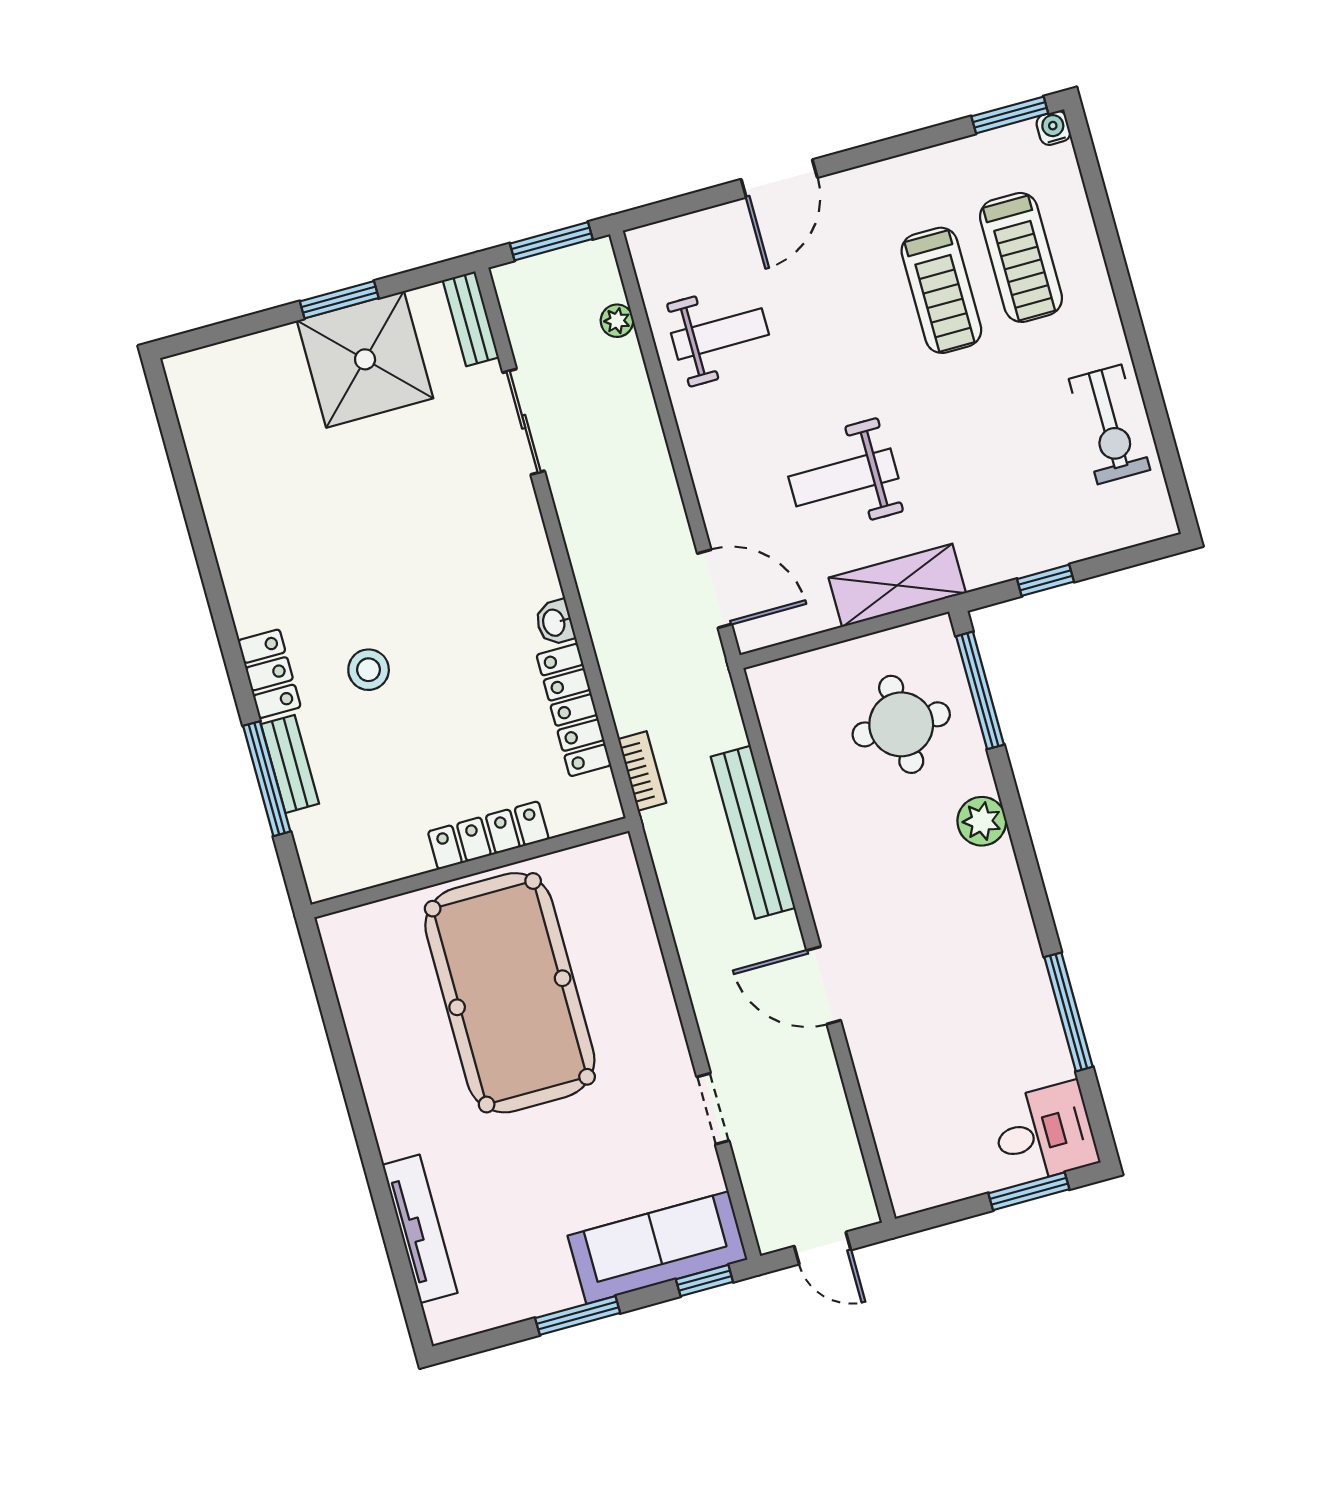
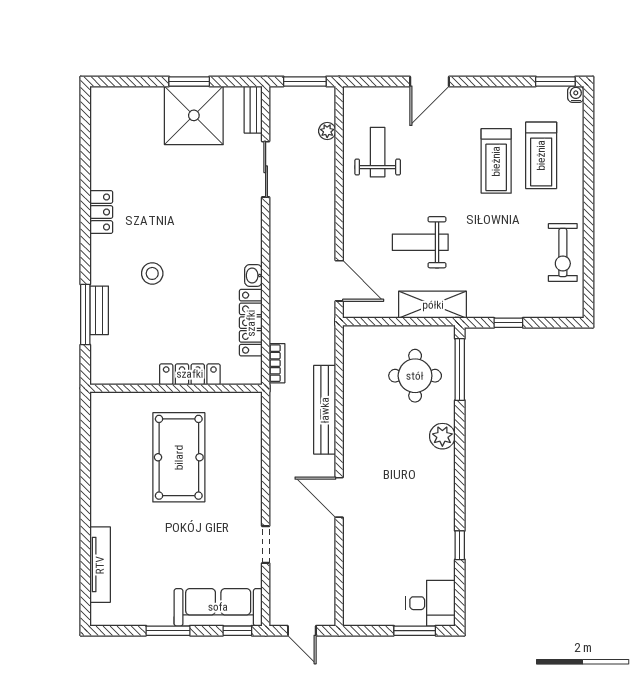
weight bench: (720, 334) -> (378, 152), turned -90
locker: (269, 674) -> (101, 212), moved
pool table: (510, 993) -> (179, 457), width x0.73, depth x0.76
window: (1069, 1012) -> (460, 545), width x0.46

